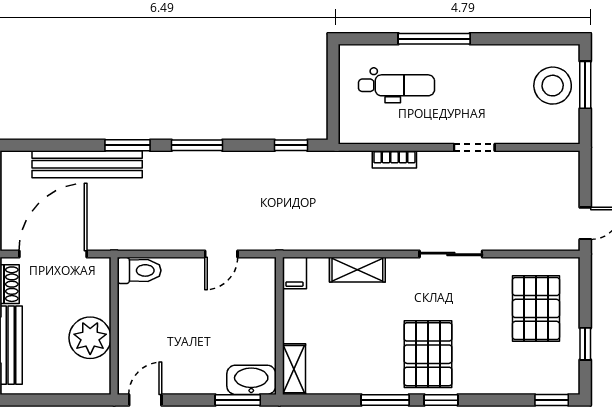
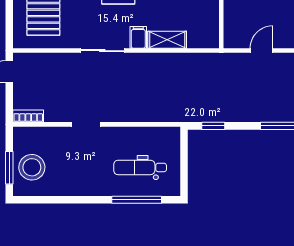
window: (434, 39) -> (137, 200), moved
bookcase: (394, 159) -> (28, 116), moved
filing cabinet: (294, 273) -> (138, 37), moved

